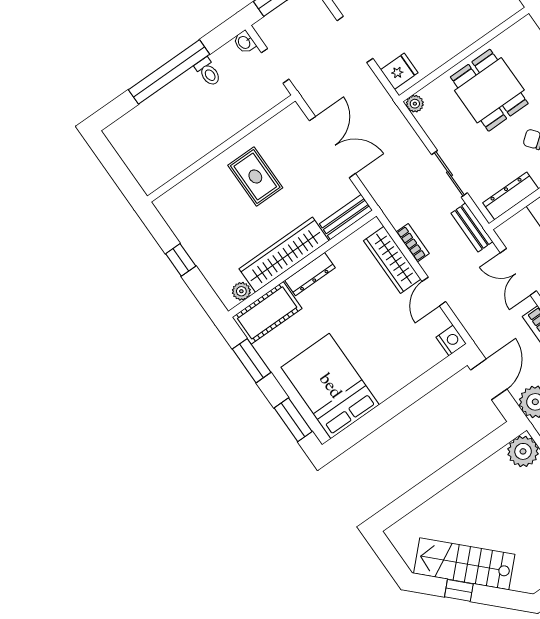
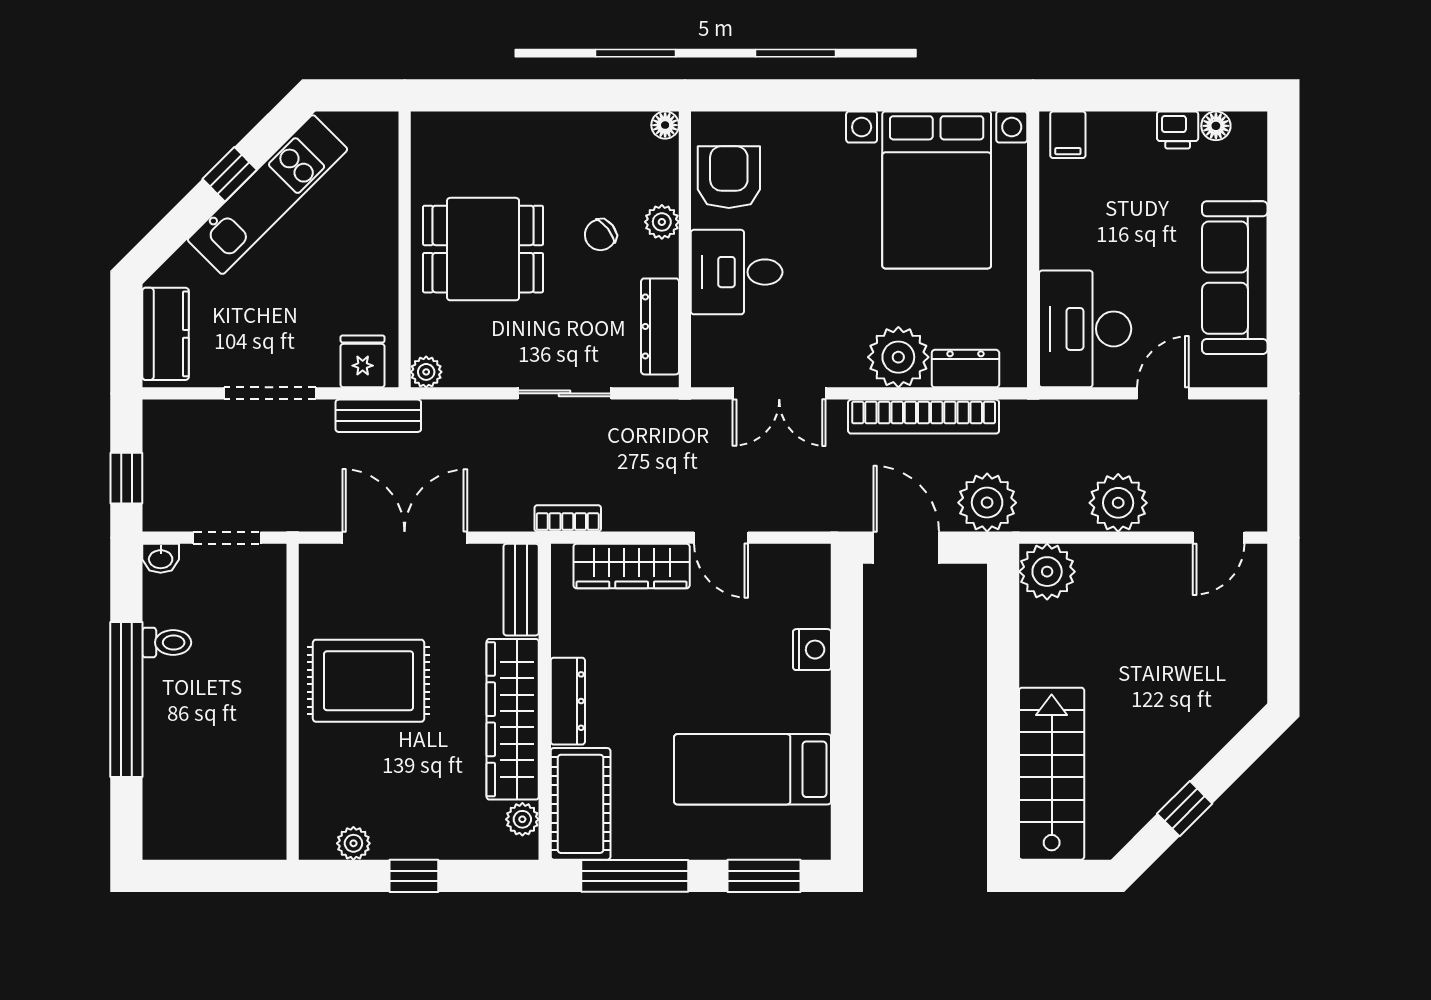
rug: (255, 176) -> (369, 681), width x1.36, depth x1.43
plant: (176, 222) -> (353, 843), added
bench: (472, 227) -> (378, 416), moved
bookcase: (413, 243) -> (568, 518), moved
nightstand: (451, 340) -> (812, 650), moved, turned 90
window: (252, 361) -> (635, 876), width x1.44
bed: (330, 386) -> (753, 769), width x0.67
stairs: (464, 564) -> (1052, 774), moved, turned 135

